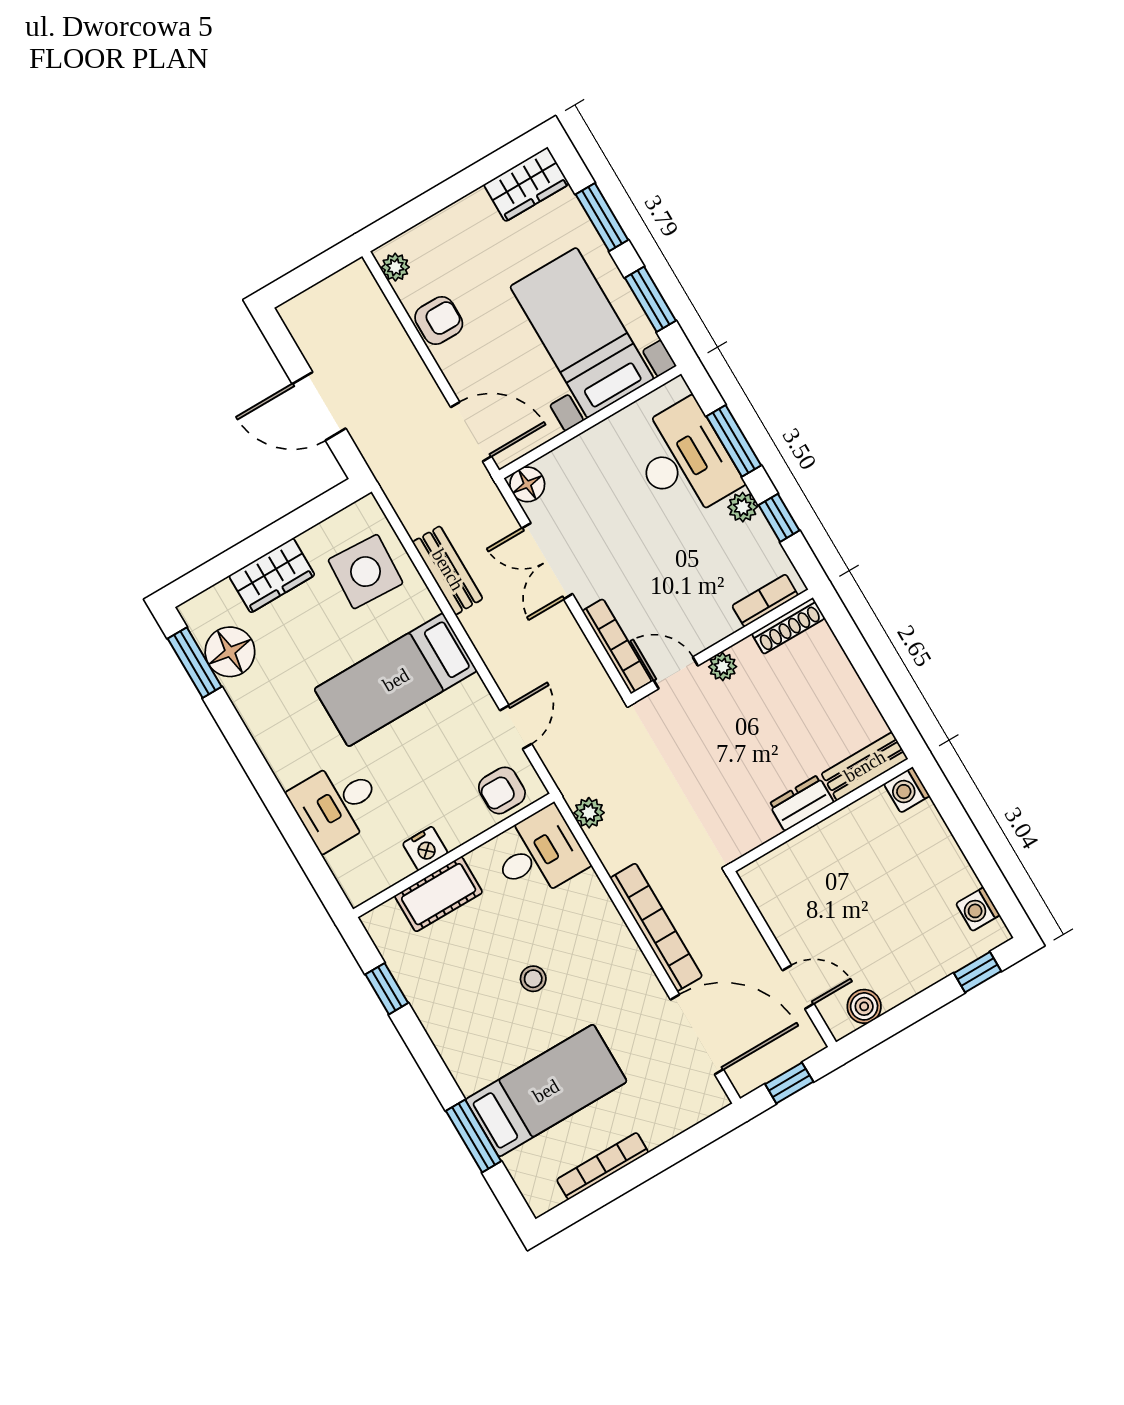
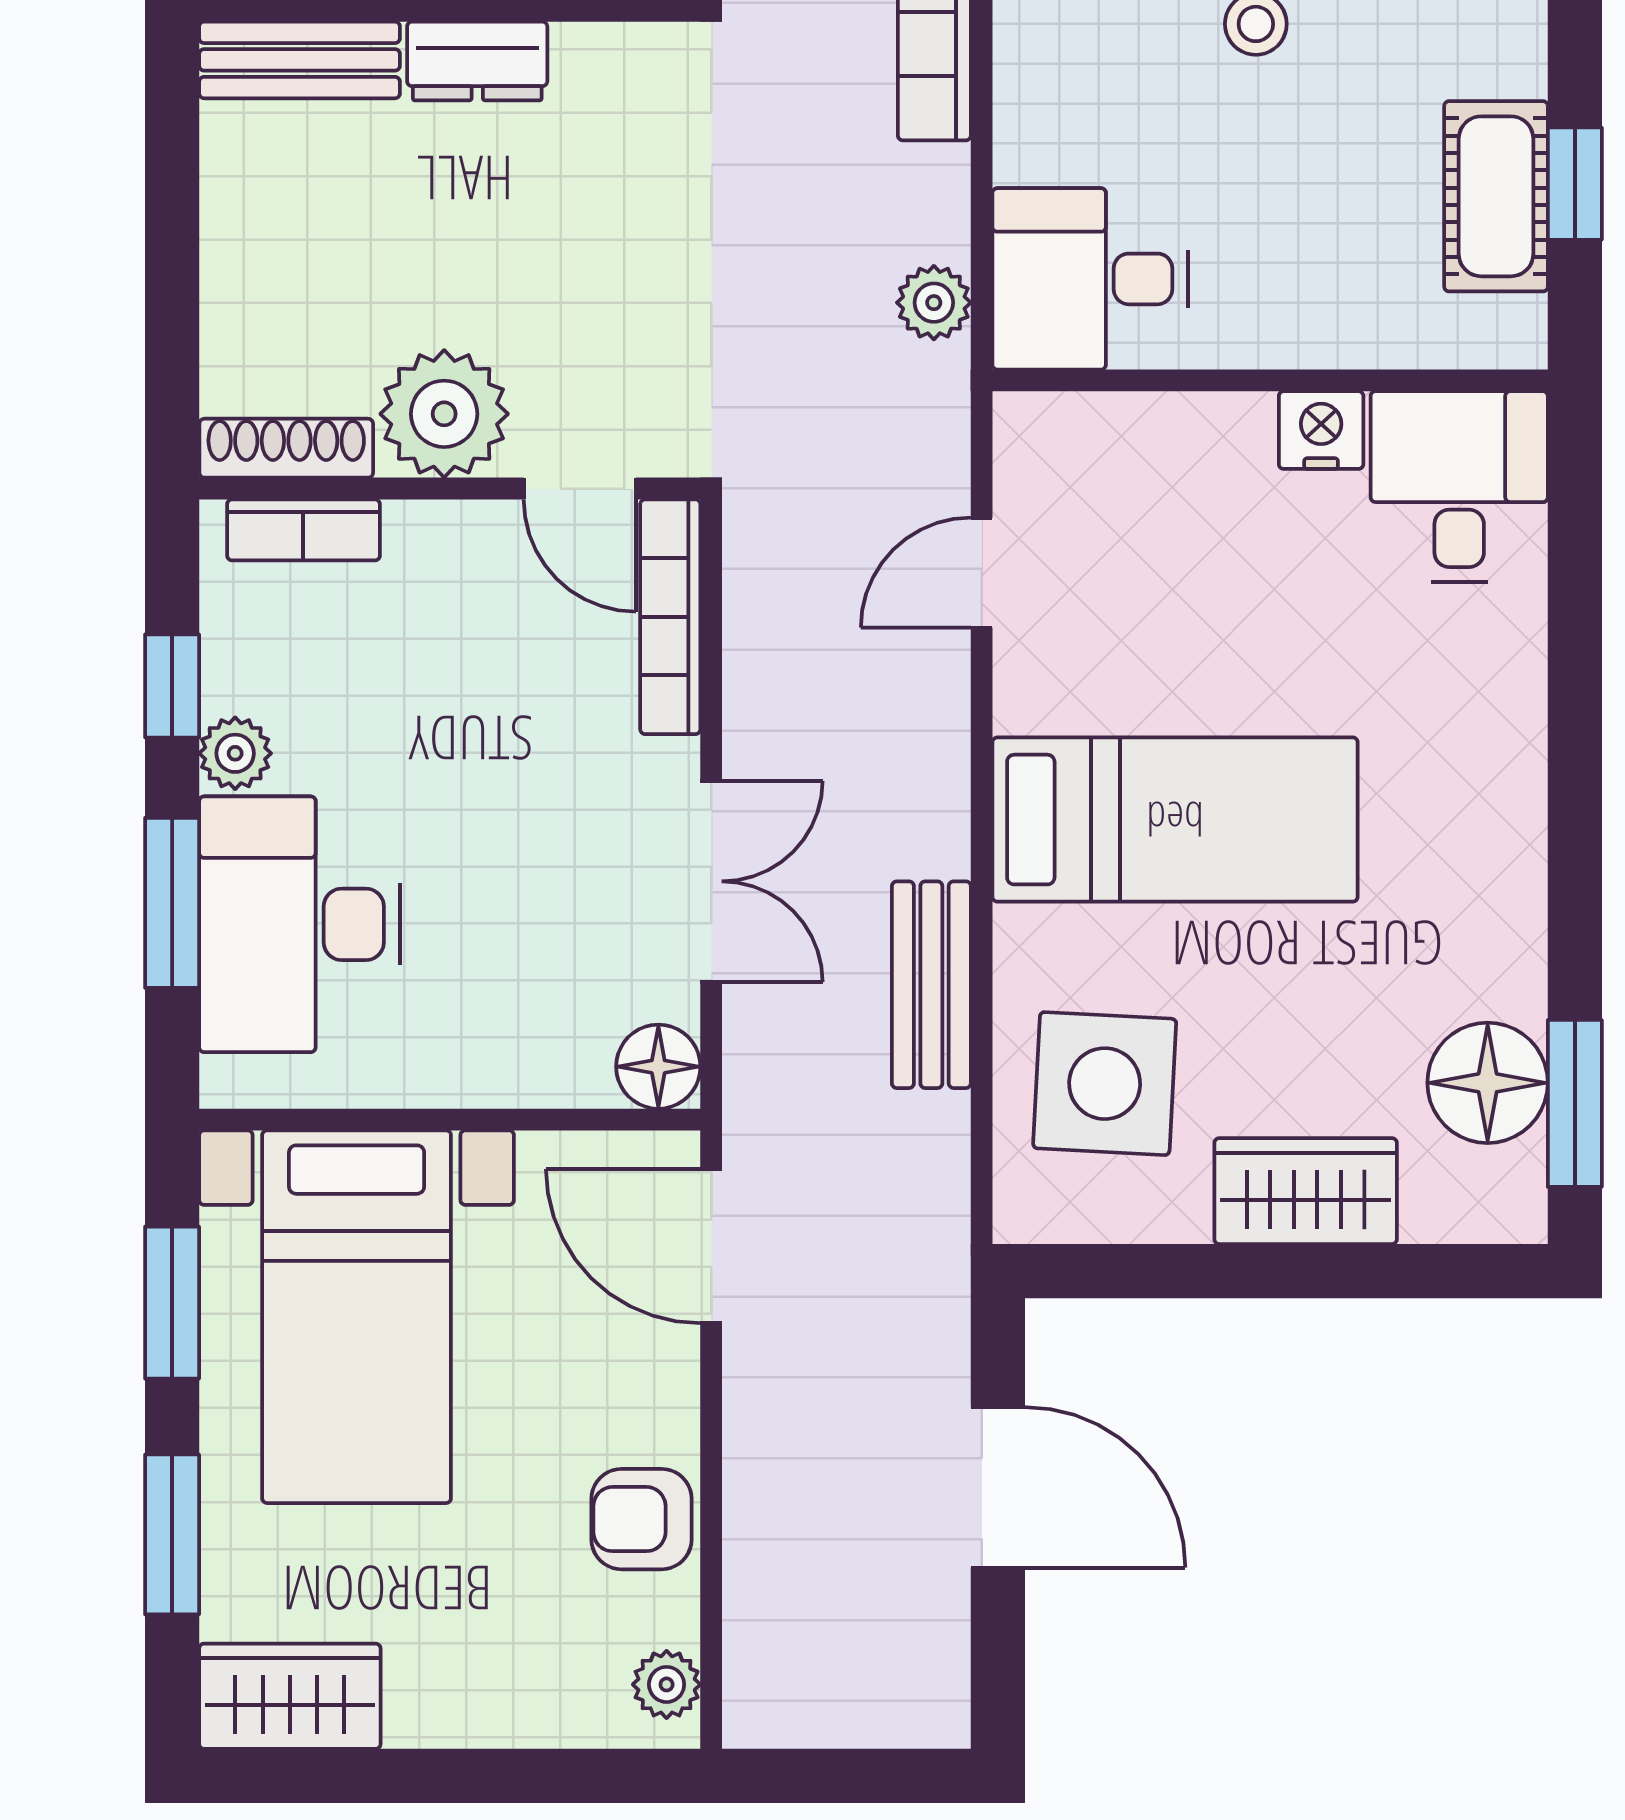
plant: (723, 667) -> (444, 414), width x1.87, depth x1.87
armchair: (502, 790) -> (1089, 457), removed
desk: (337, 804) -> (1459, 487), moved, turned -90
cot: (439, 894) -> (1496, 196), moved, turned 90

